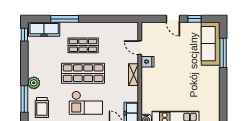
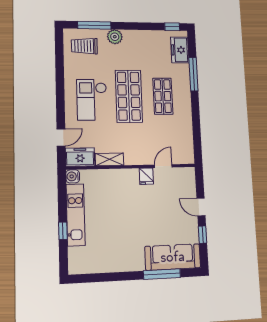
door: (173, 19) -> (201, 207), hinge flipped
freezer: (44, 29) -> (180, 50), width x0.71
shelving: (134, 75) -> (110, 159), moved

